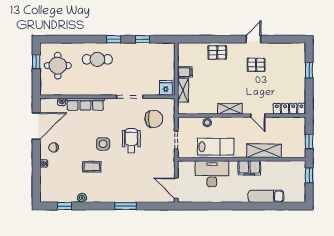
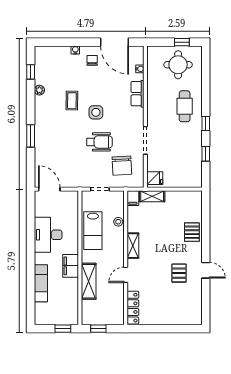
window: (309, 70) -> (173, 329), removed
filing cabinet: (185, 72) -> (133, 198), moved
row of seats: (85, 104) -> (138, 94), width x0.68
desk: (212, 174) -> (48, 235), moved, turned 180
door: (176, 188) -> (49, 189), hinge flipped

